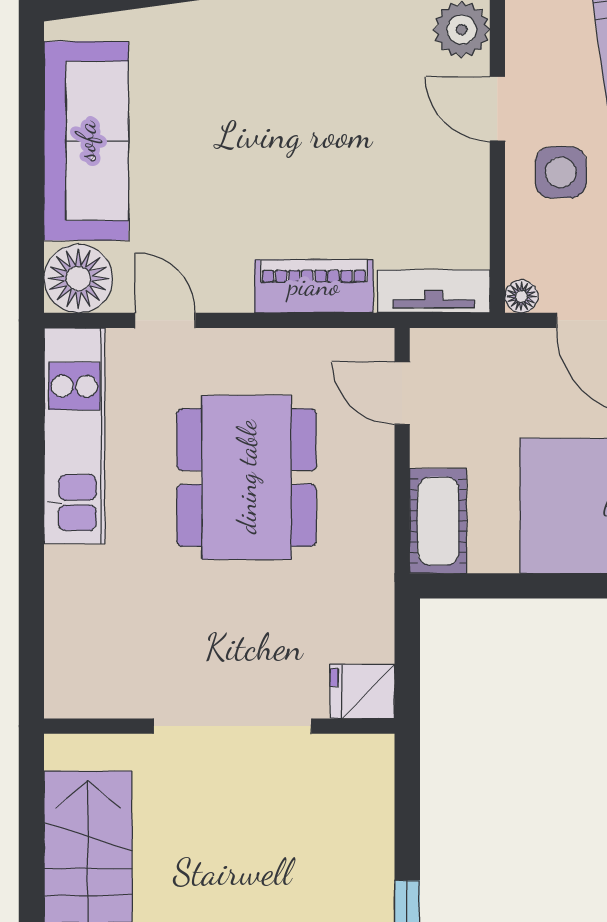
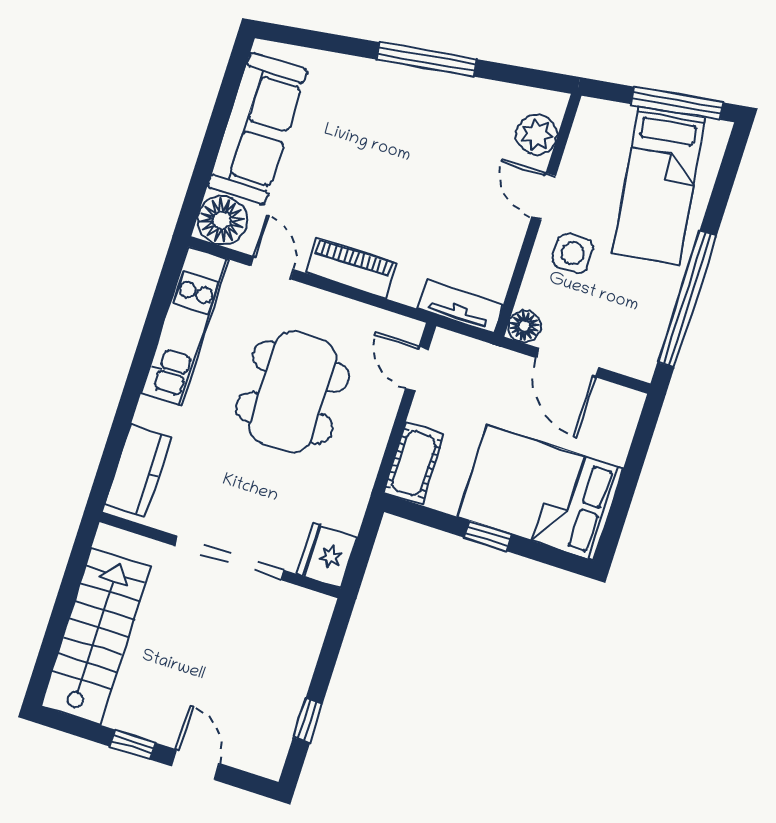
piano: (314, 286) -> (351, 268), moved
floor lamp: (521, 296) -> (524, 326), width x1.37, depth x1.37
window: (568, 586) -> (488, 536), added
kitchen counter: (74, 649) -> (138, 471), added
fridge: (362, 692) -> (327, 556), width x1.38

